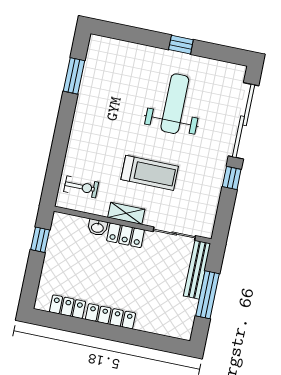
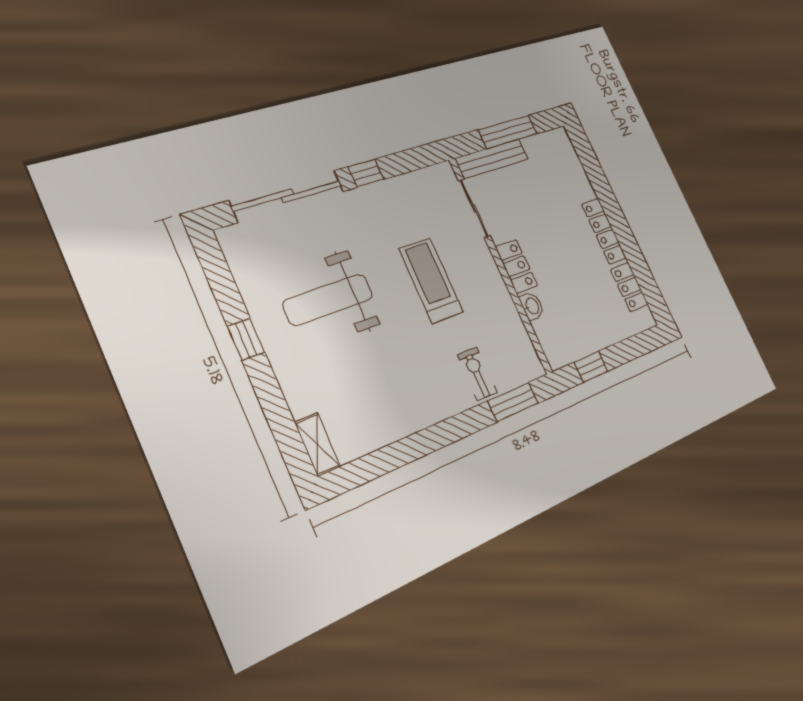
window: (74, 76) -> (513, 402), moved
exercise bike: (81, 187) -> (477, 374), moved
shelving: (126, 213) -> (317, 444), moved

